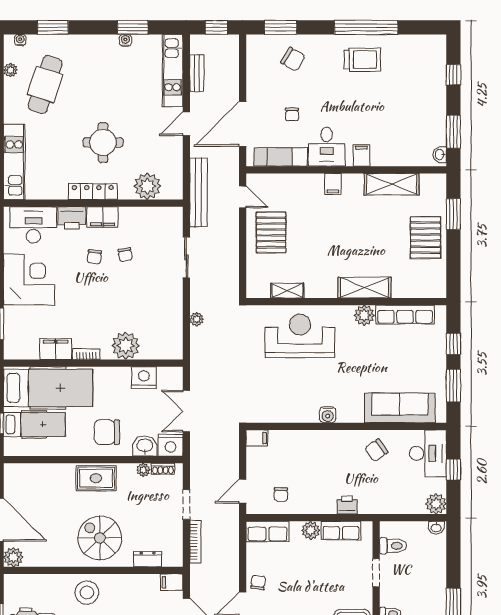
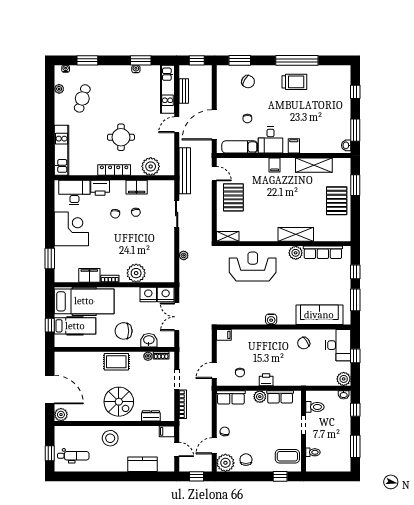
cafe table: (45, 84) -> (82, 98), width x0.73, depth x0.74
filing cabinet: (103, 217) -> (137, 187), moved
shelving: (287, 291) -> (228, 236), moved
nightstand: (170, 445) -> (166, 294), moved, turned 180
printer: (347, 505) -> (266, 380), moved
spiral stairs: (100, 538) -> (119, 402), turned 180
window: (453, 550) -> (355, 410), added

